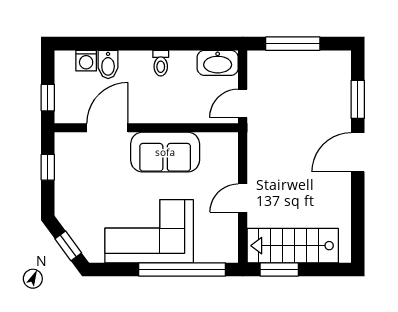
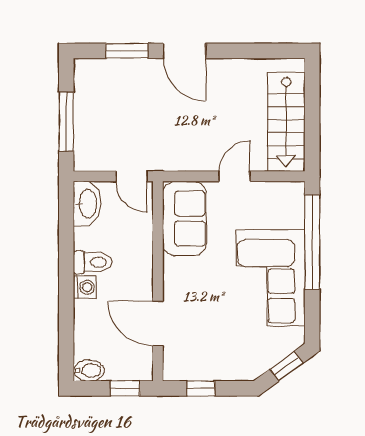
washing machine: (86, 61) -> (85, 287), moved
toilet: (161, 63) -> (93, 262), width x1.37, depth x1.39
bidet: (108, 64) -> (89, 371), moved
sofa: (165, 152) -> (184, 219), moved
door: (243, 198) -> (234, 176), swing flipped
window: (279, 269) -> (312, 136), removed

